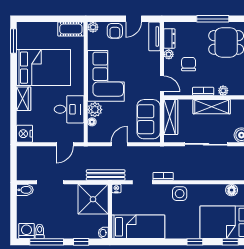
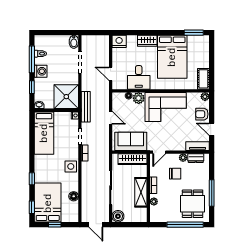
floor lamp: (232, 190) -> (74, 196), moved
washing machine: (26, 231) -> (41, 71), moved

